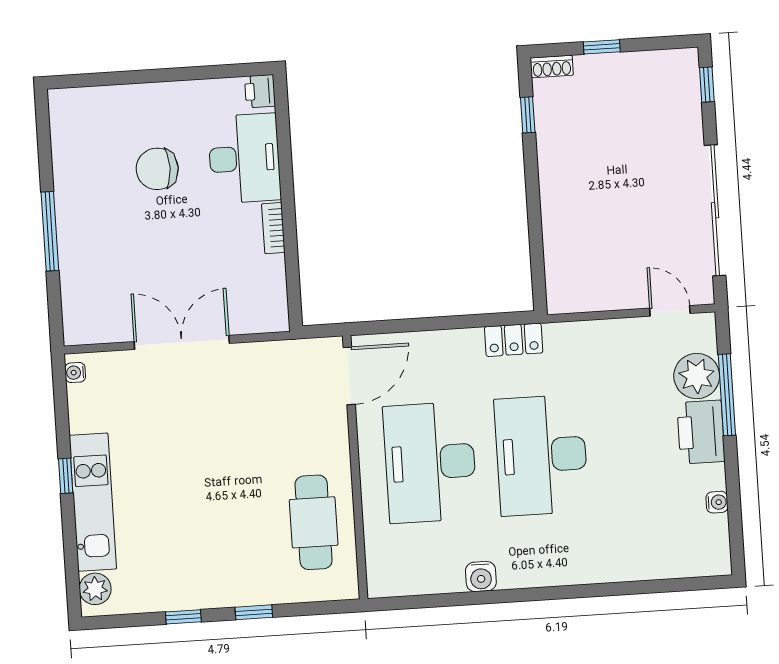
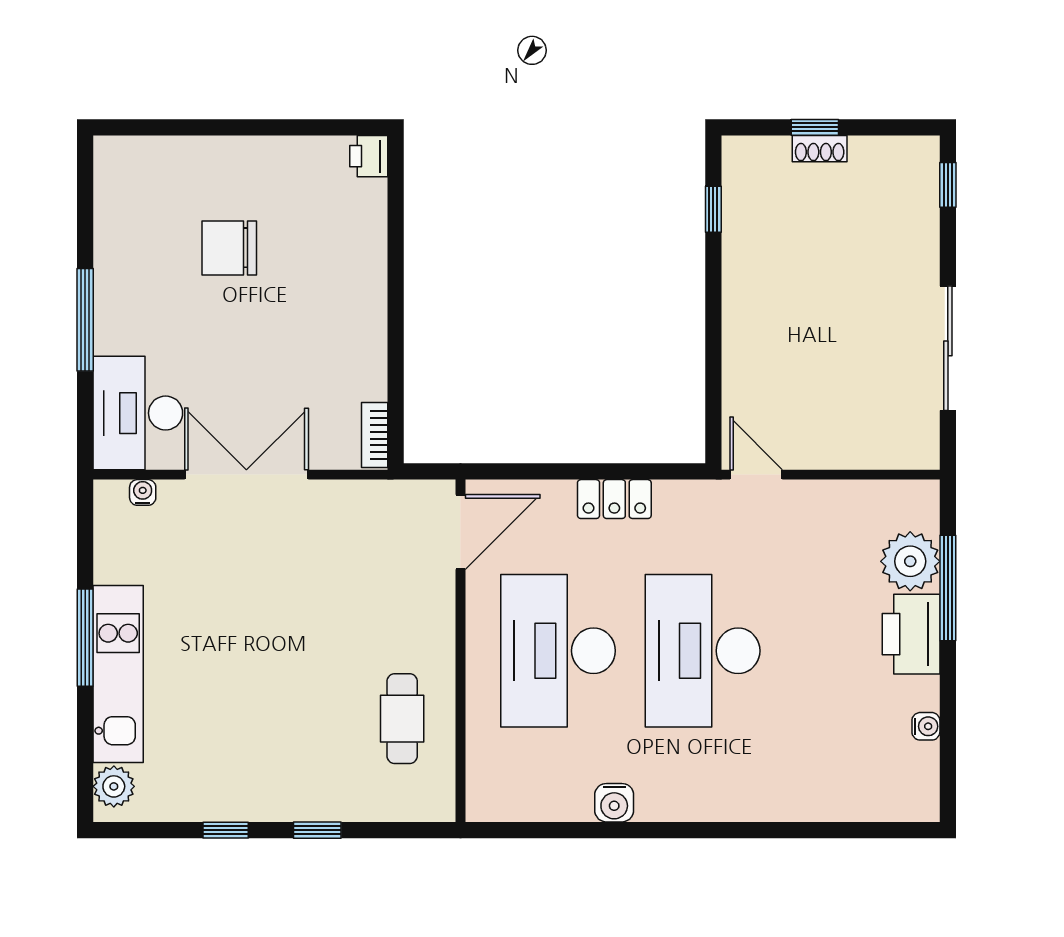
shoe rack: (552, 67) -> (820, 149), moved
desk: (244, 158) -> (138, 413), moved, turned 180
sliding door: (715, 210) -> (948, 348), width x0.73
bookcase: (273, 228) -> (375, 435), moved
door: (670, 311) -> (756, 475), moved
locker: (514, 340) -> (614, 499), moved
water cooler: (75, 373) -> (143, 492), moved, turned 90
window: (66, 476) -> (85, 638), width x2.17
cafe table: (314, 522) -> (402, 719), width x0.73, depth x0.74

